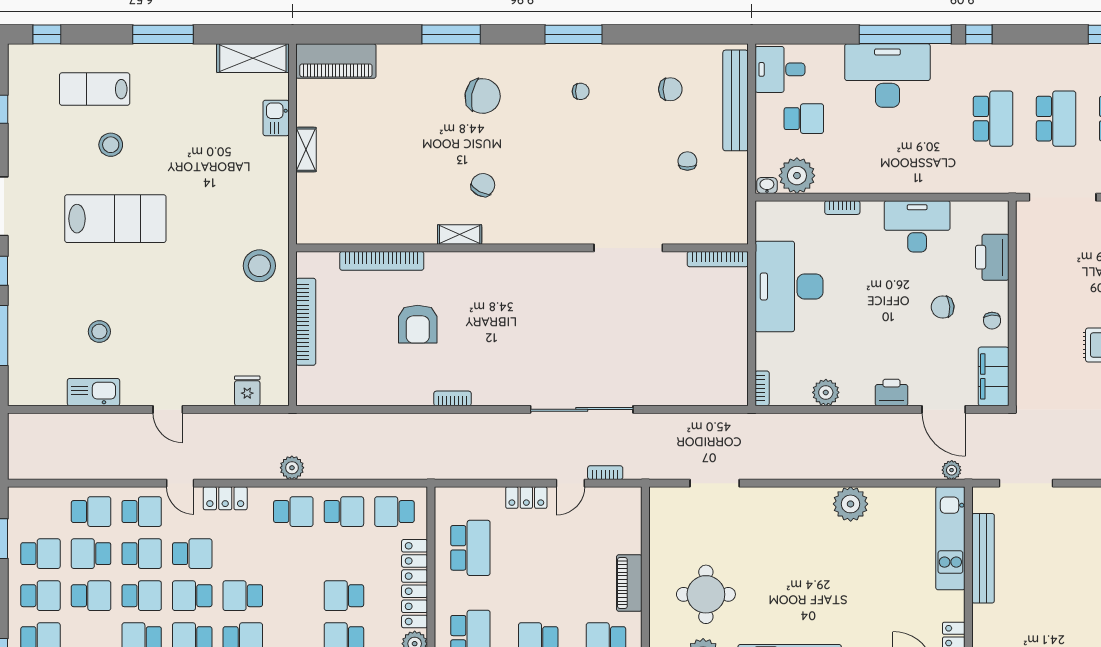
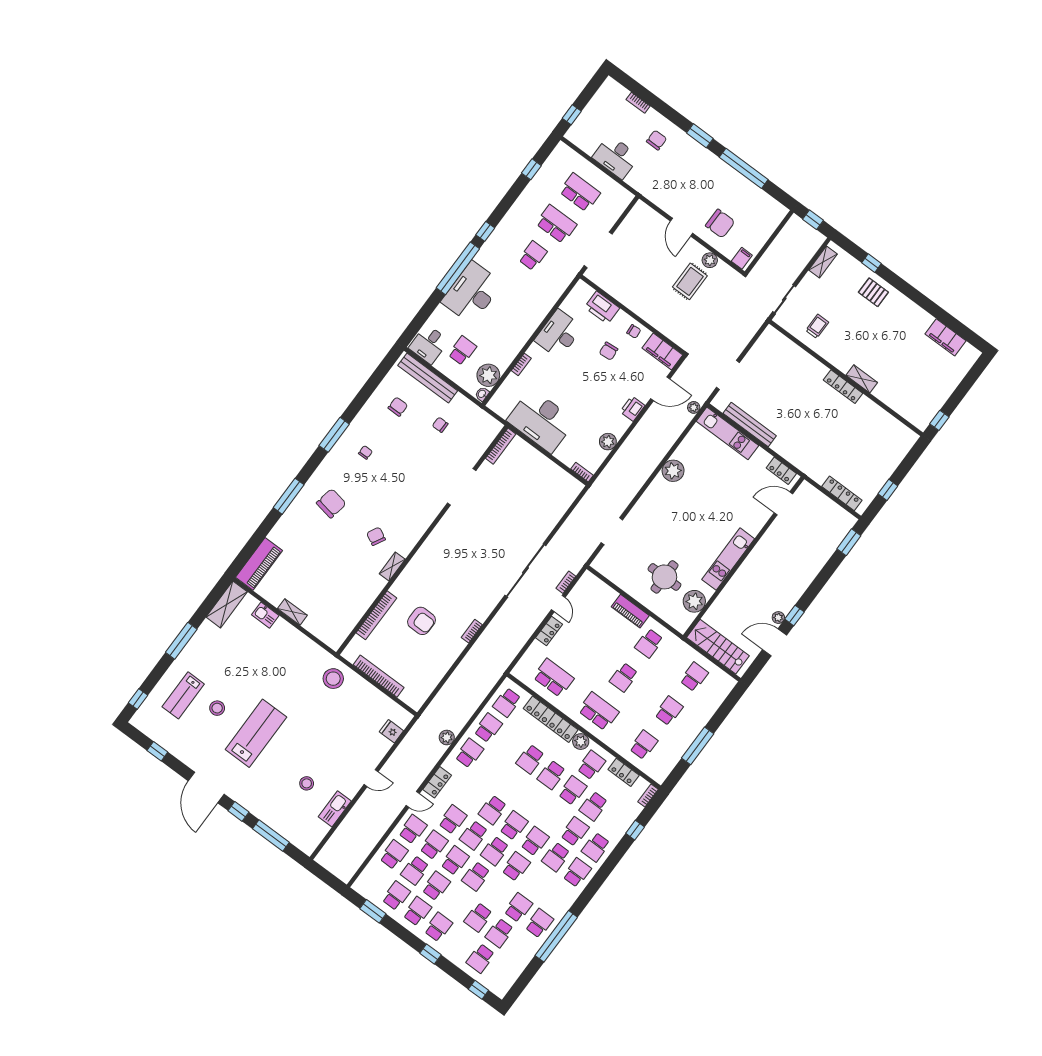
school desk: (993, 119) -> (533, 256), width x0.54

